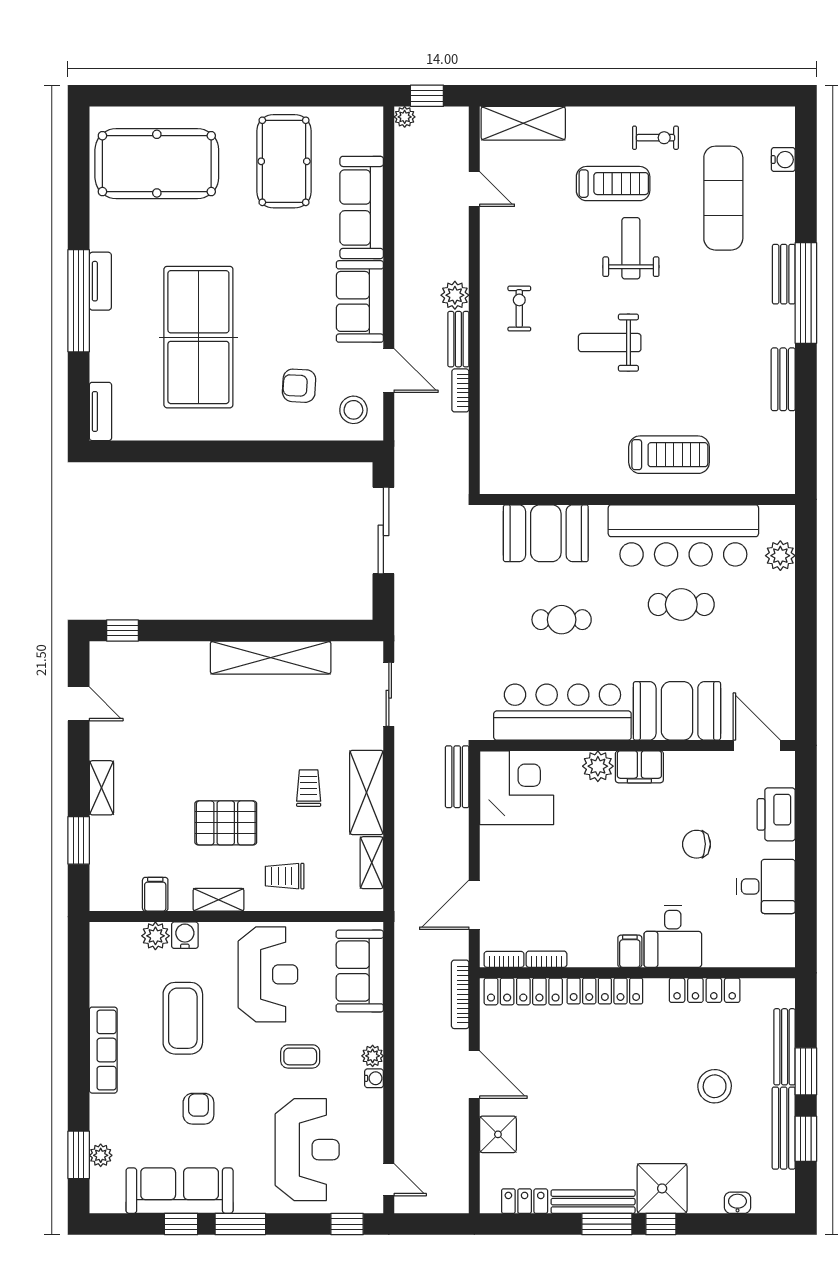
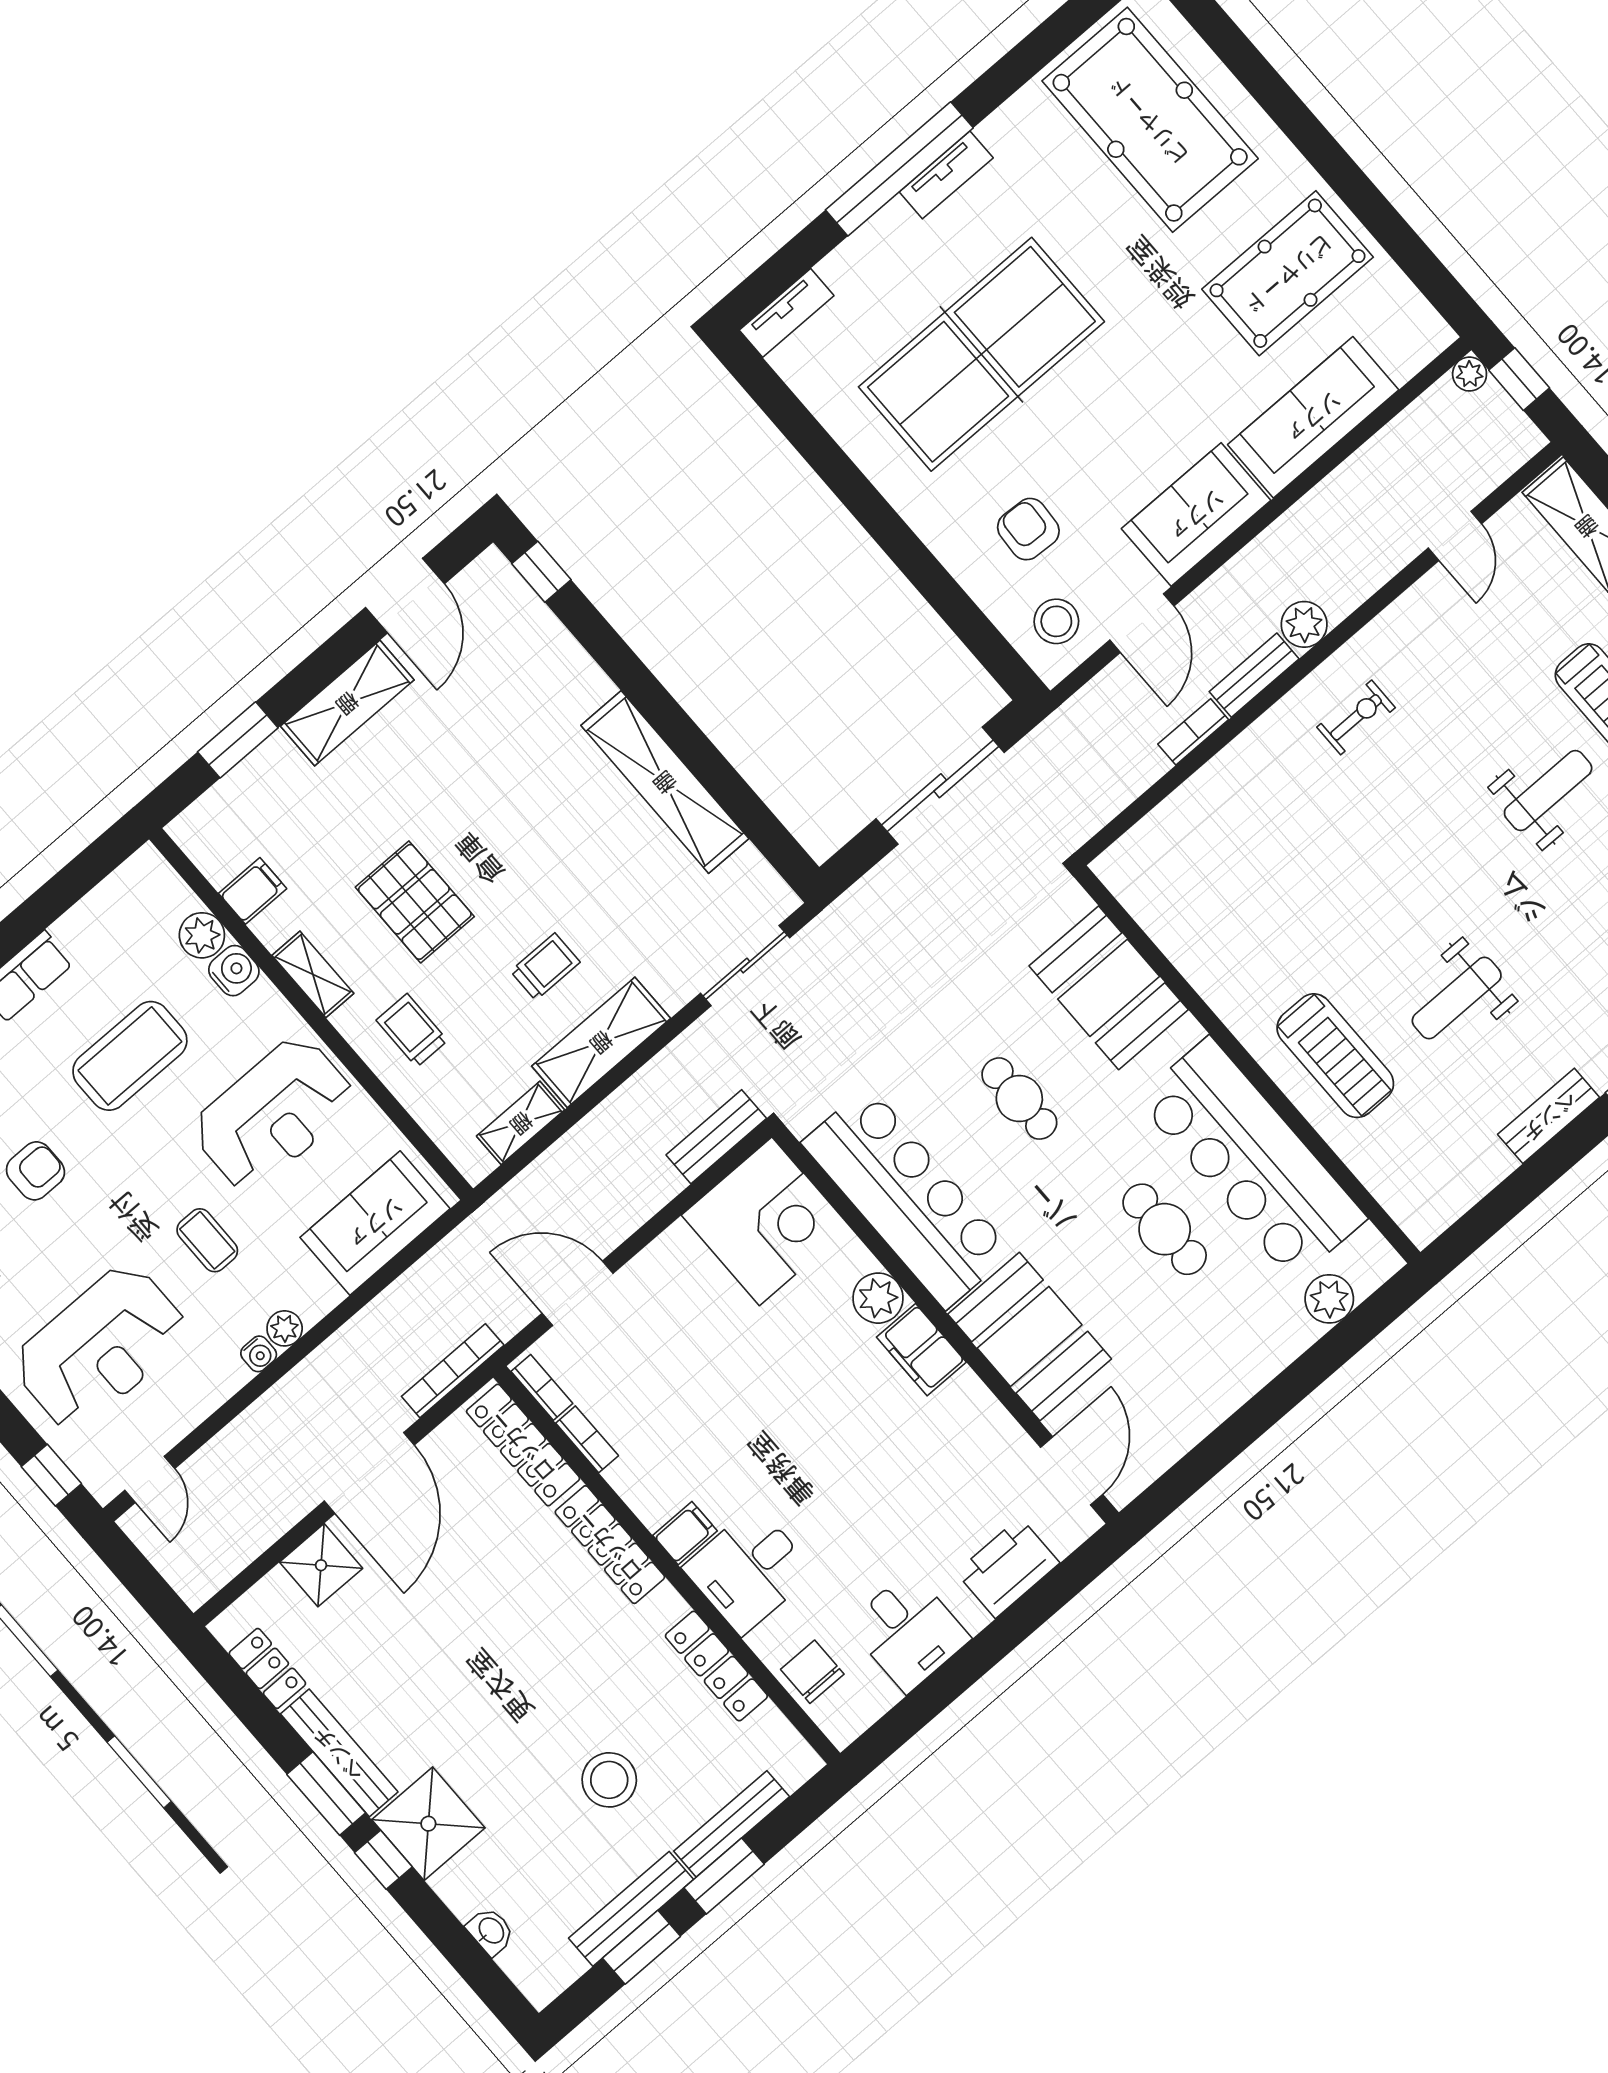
weight bench: (610, 343) -> (1457, 998), moved, turned -90
door: (79, 704) -> (405, 596), width x1.38
shelving: (101, 788) -> (347, 703), width x1.50, depth x1.33
chair: (697, 844) -> (812, 1672), moved
door: (474, 1075) -> (369, 1473), width x1.36

